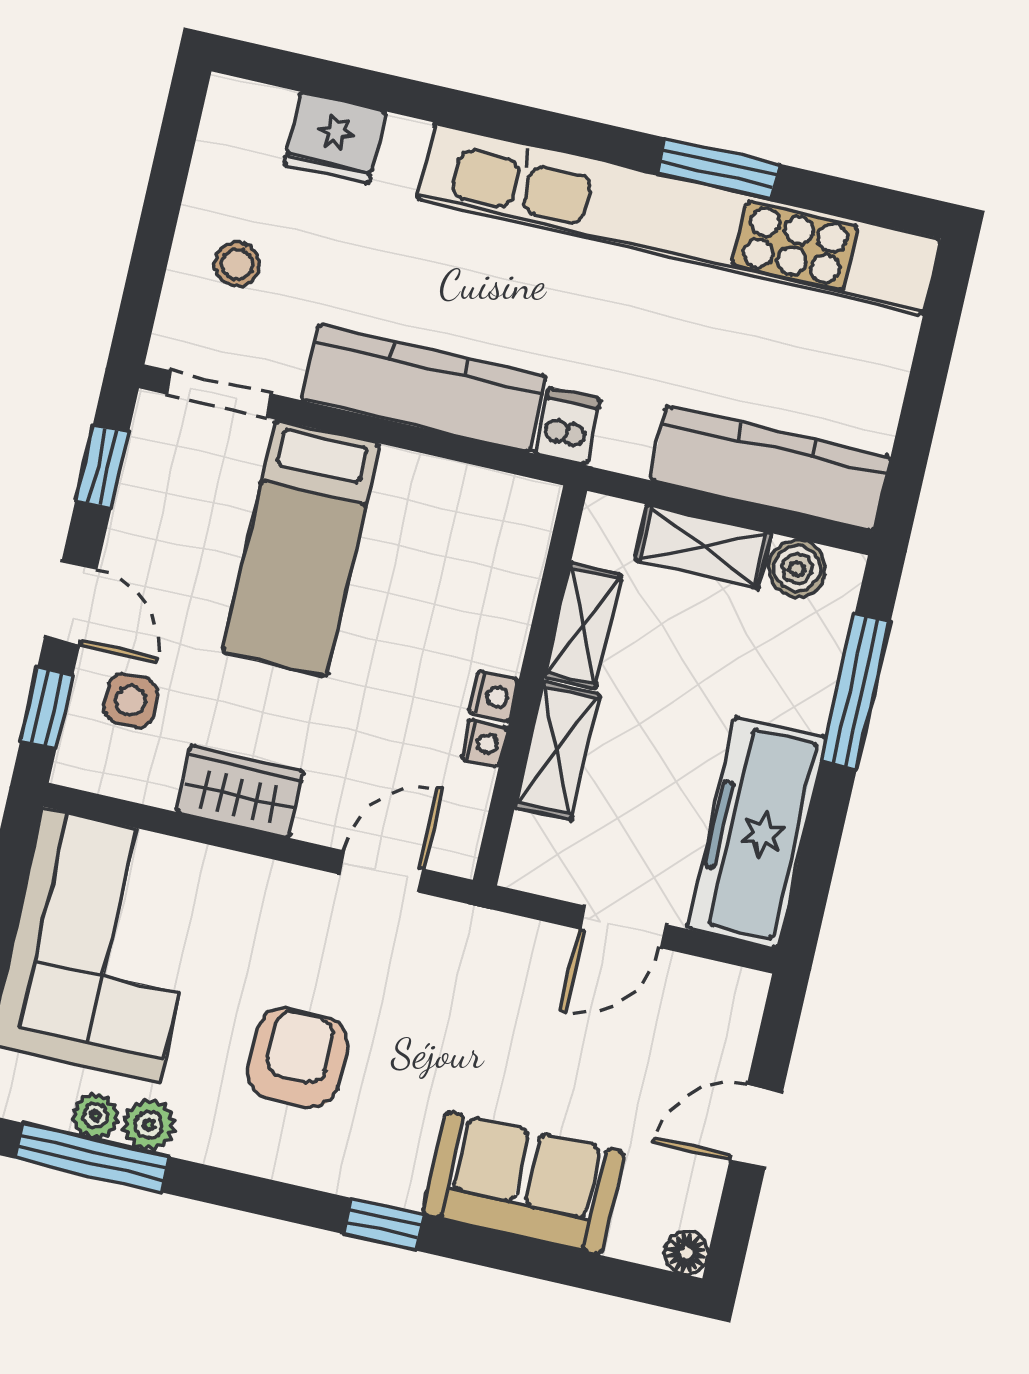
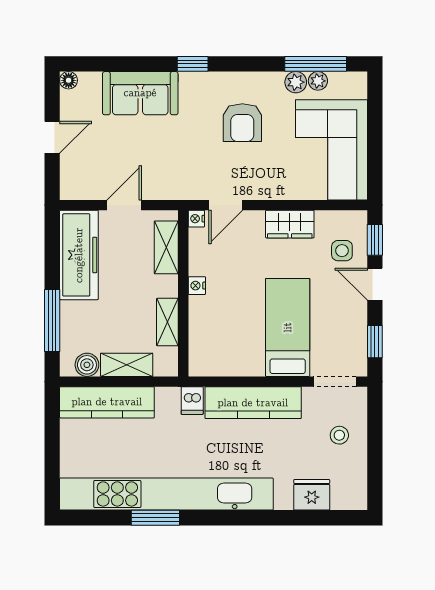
nightstand: (484, 743) -> (196, 219), moved
shelving: (557, 751) -> (166, 247), moved

